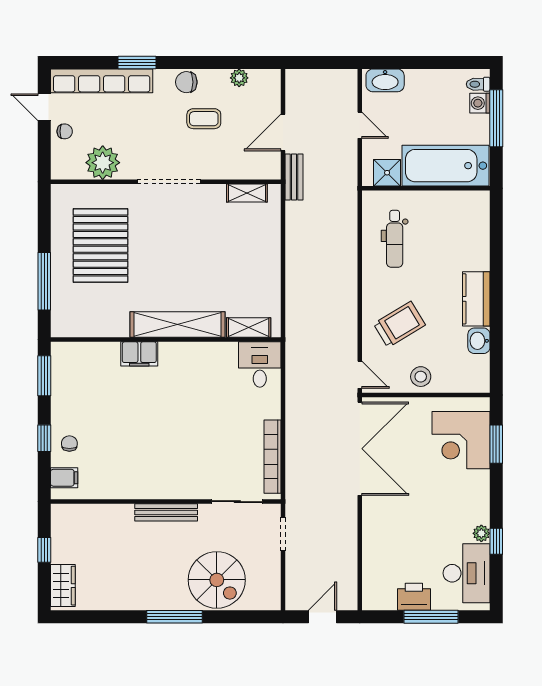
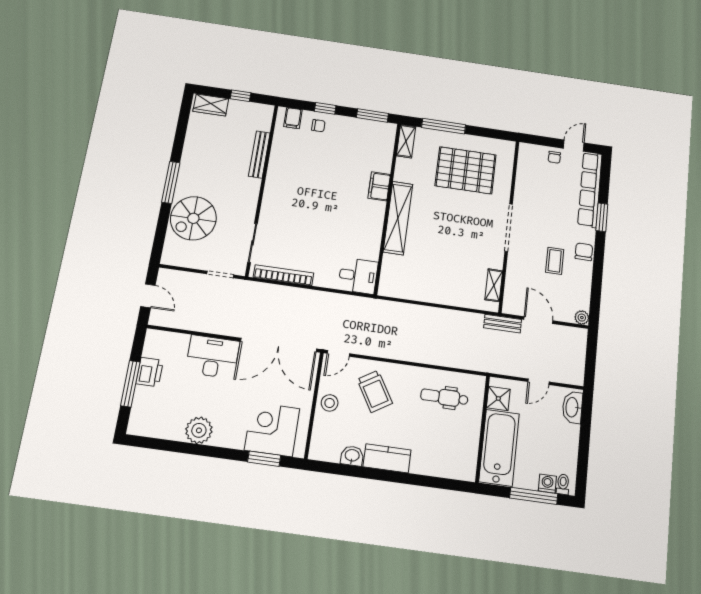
plant: (239, 78) -> (582, 318), moved
plant: (103, 163) -> (528, 181), removed
shelving: (249, 328) -> (406, 141), moved
bench: (166, 512) -> (259, 155), moved
plant: (481, 533) -> (199, 430), width x1.88, depth x1.88
window: (496, 541) -> (183, 447), removed
desk: (467, 573) -> (212, 357), moved, turned 180

